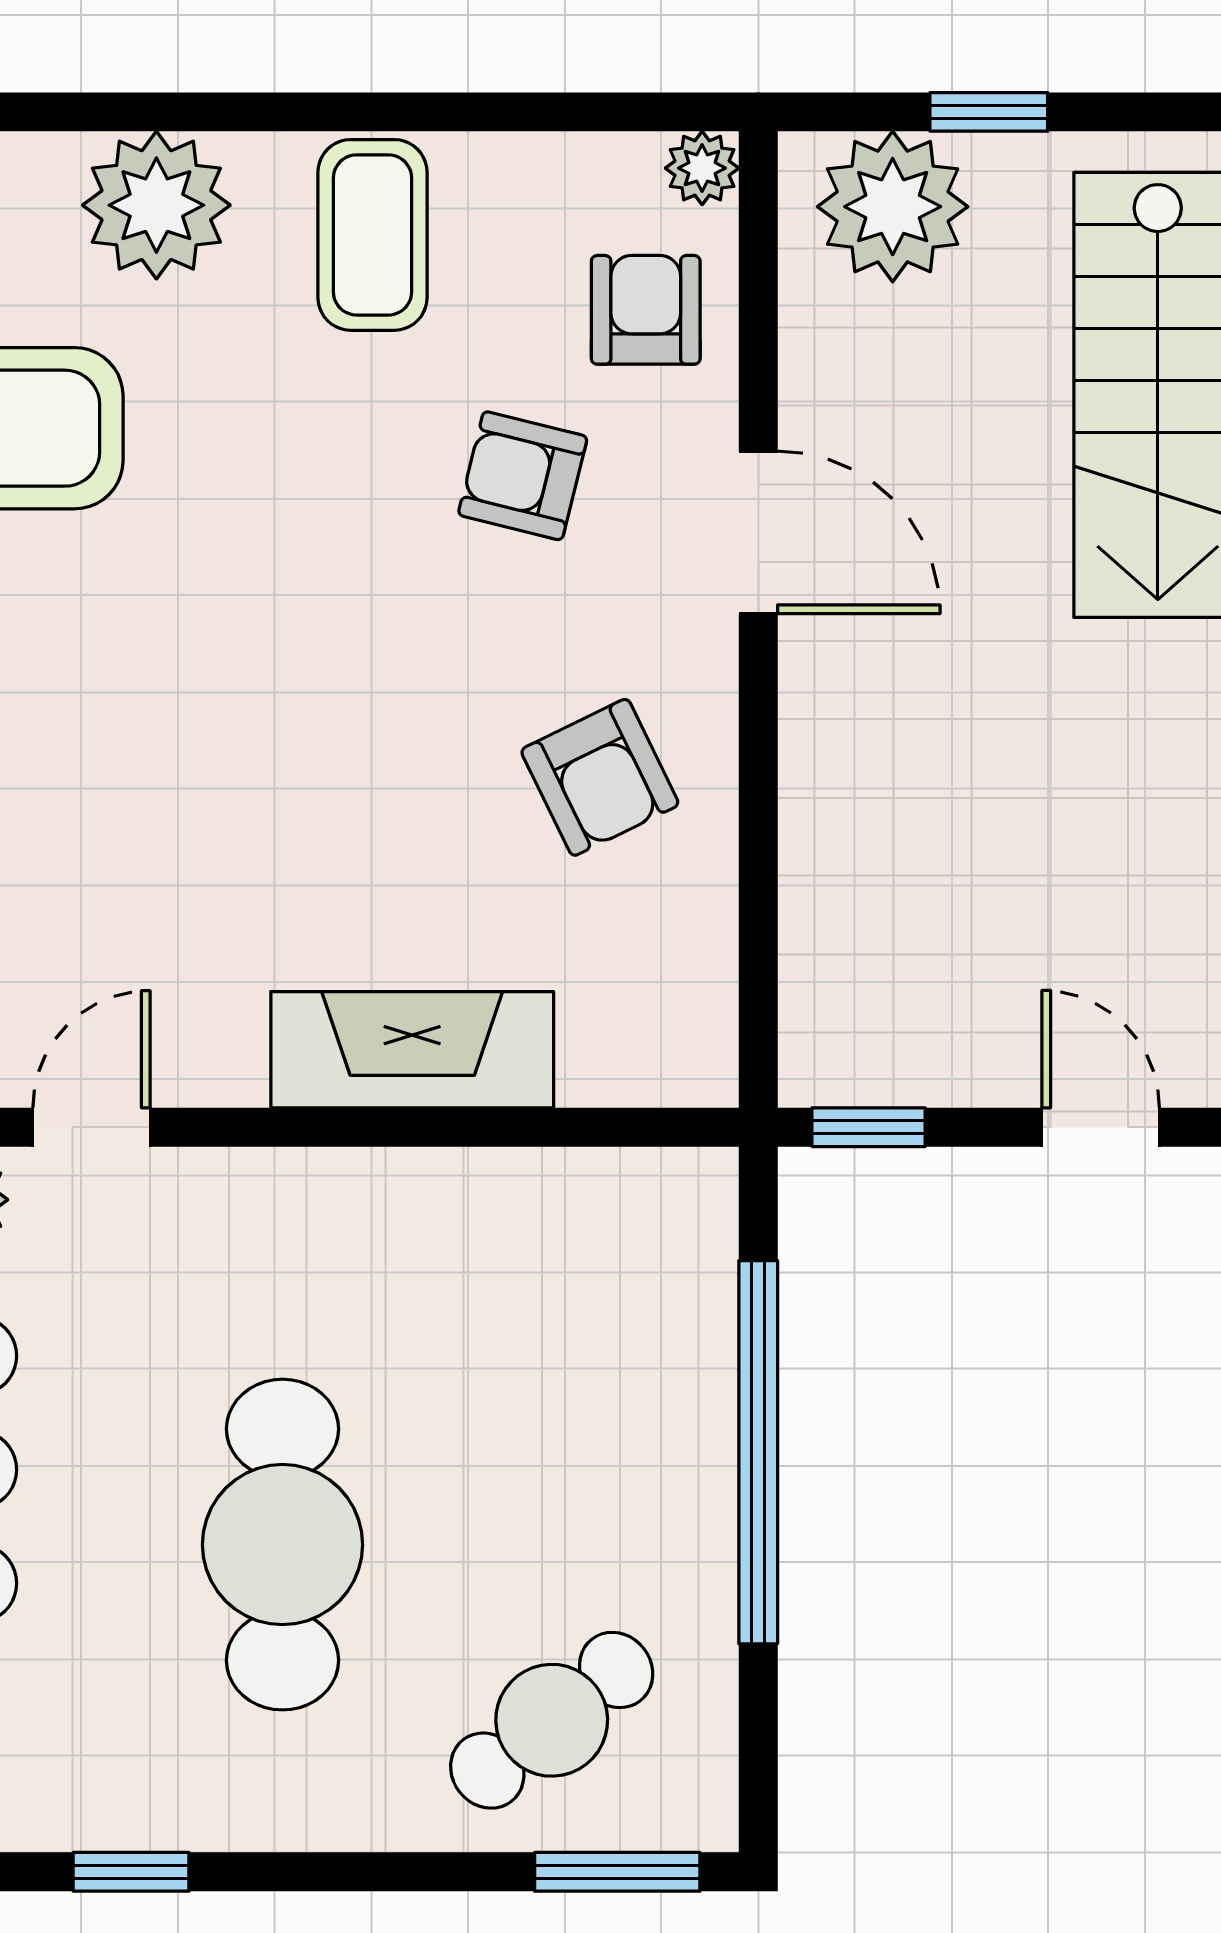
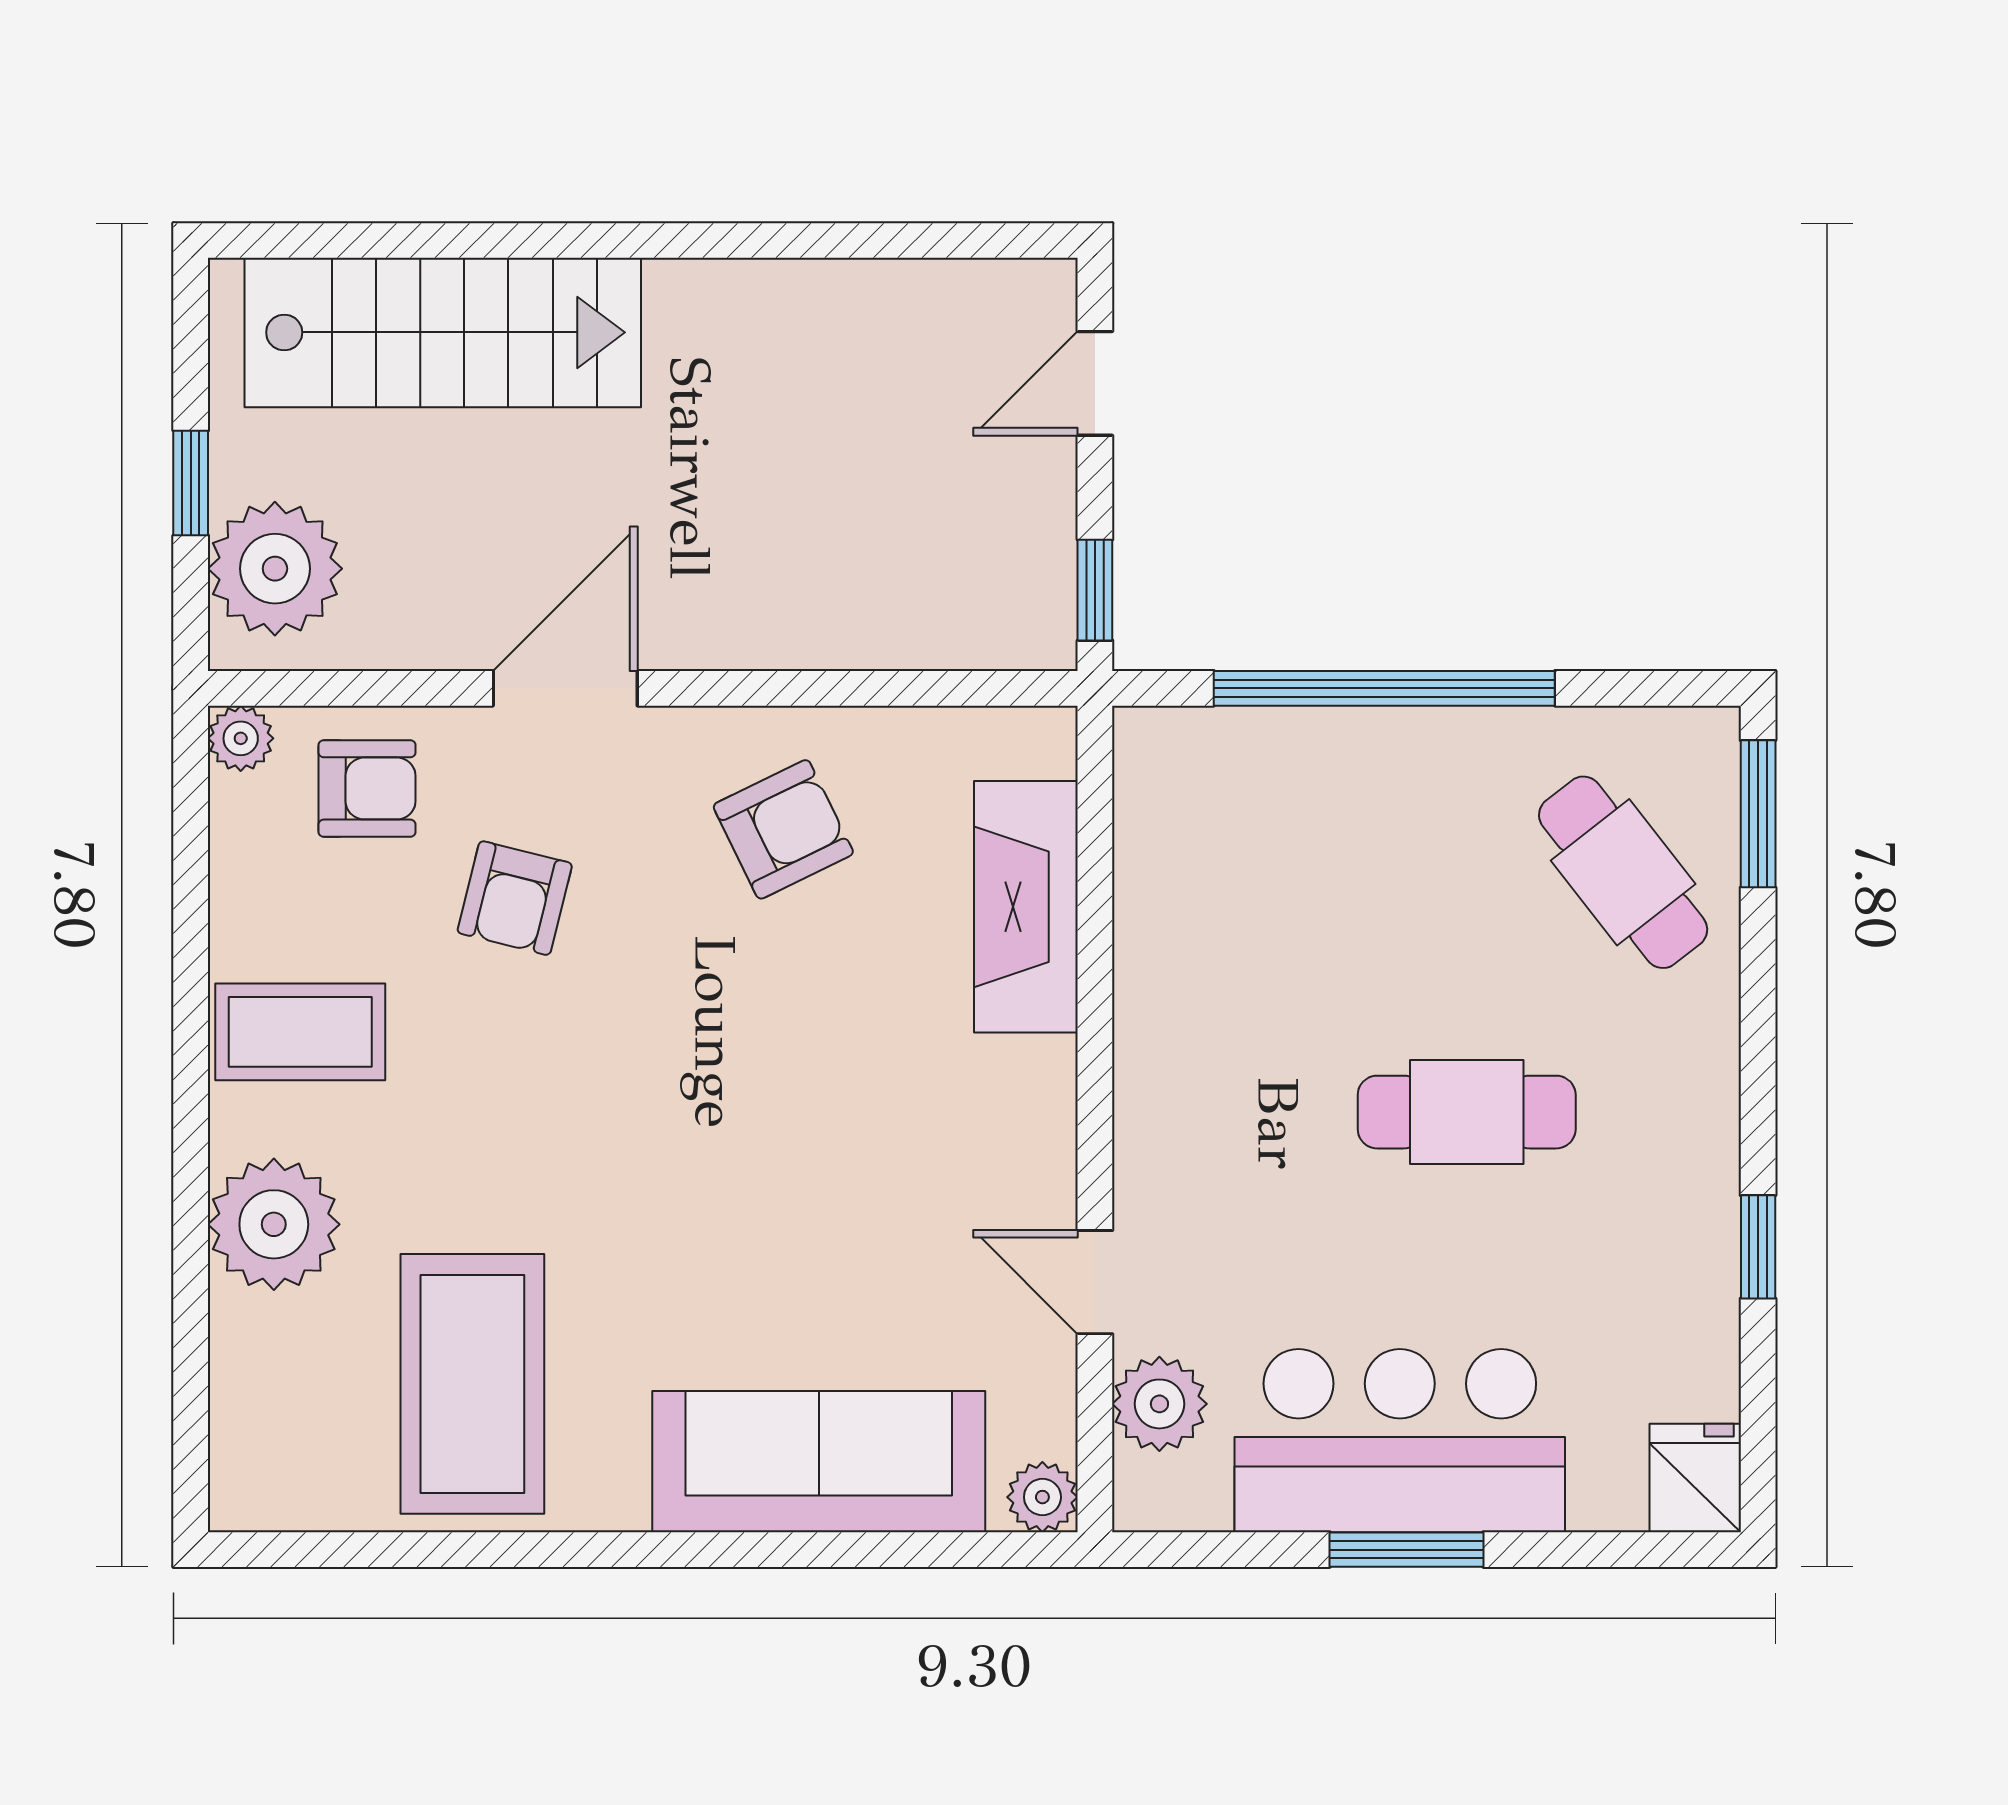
armchair: (646, 310) -> (367, 788), turned 180
fireplace: (412, 1050) -> (1026, 907), moved
cafe table: (282, 1545) -> (1467, 1112), width x0.73, depth x0.74

